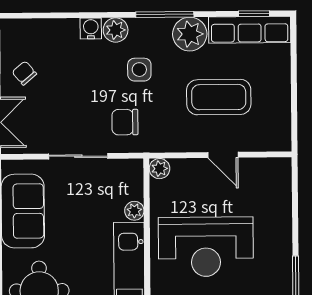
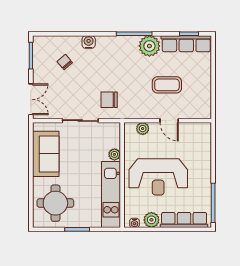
plant: (116, 30) -> (104, 43), removed
side table: (139, 70) -> (118, 68), removed
chair: (24, 73) -> (65, 62), moved
coffee table: (219, 97) -> (167, 85), width x0.73, depth x0.76
plant: (159, 169) -> (143, 129), moved

